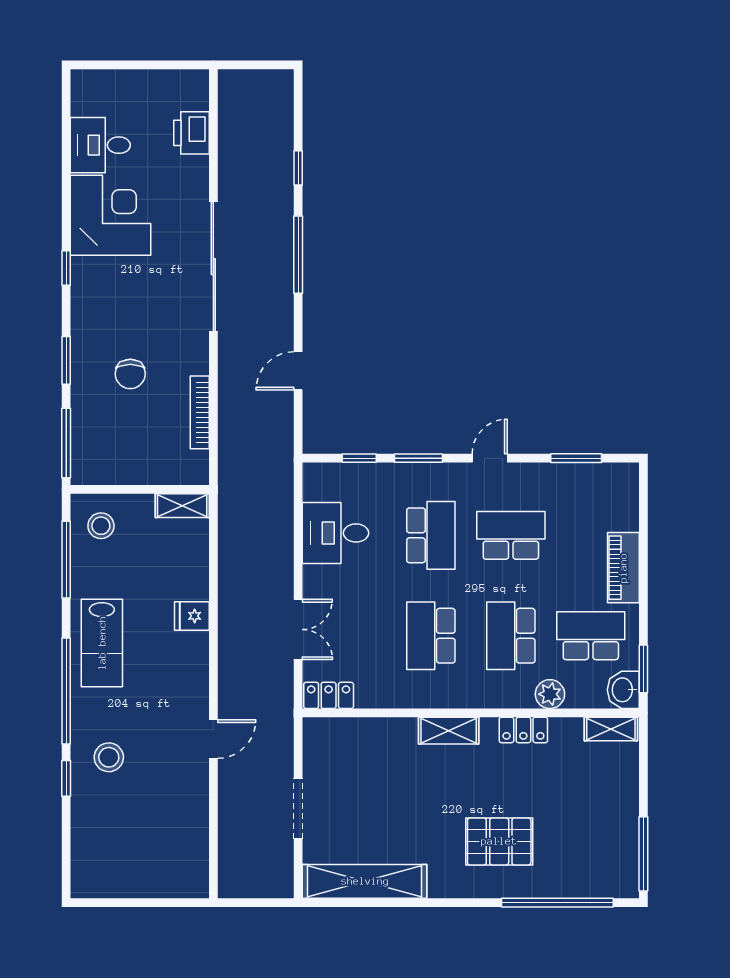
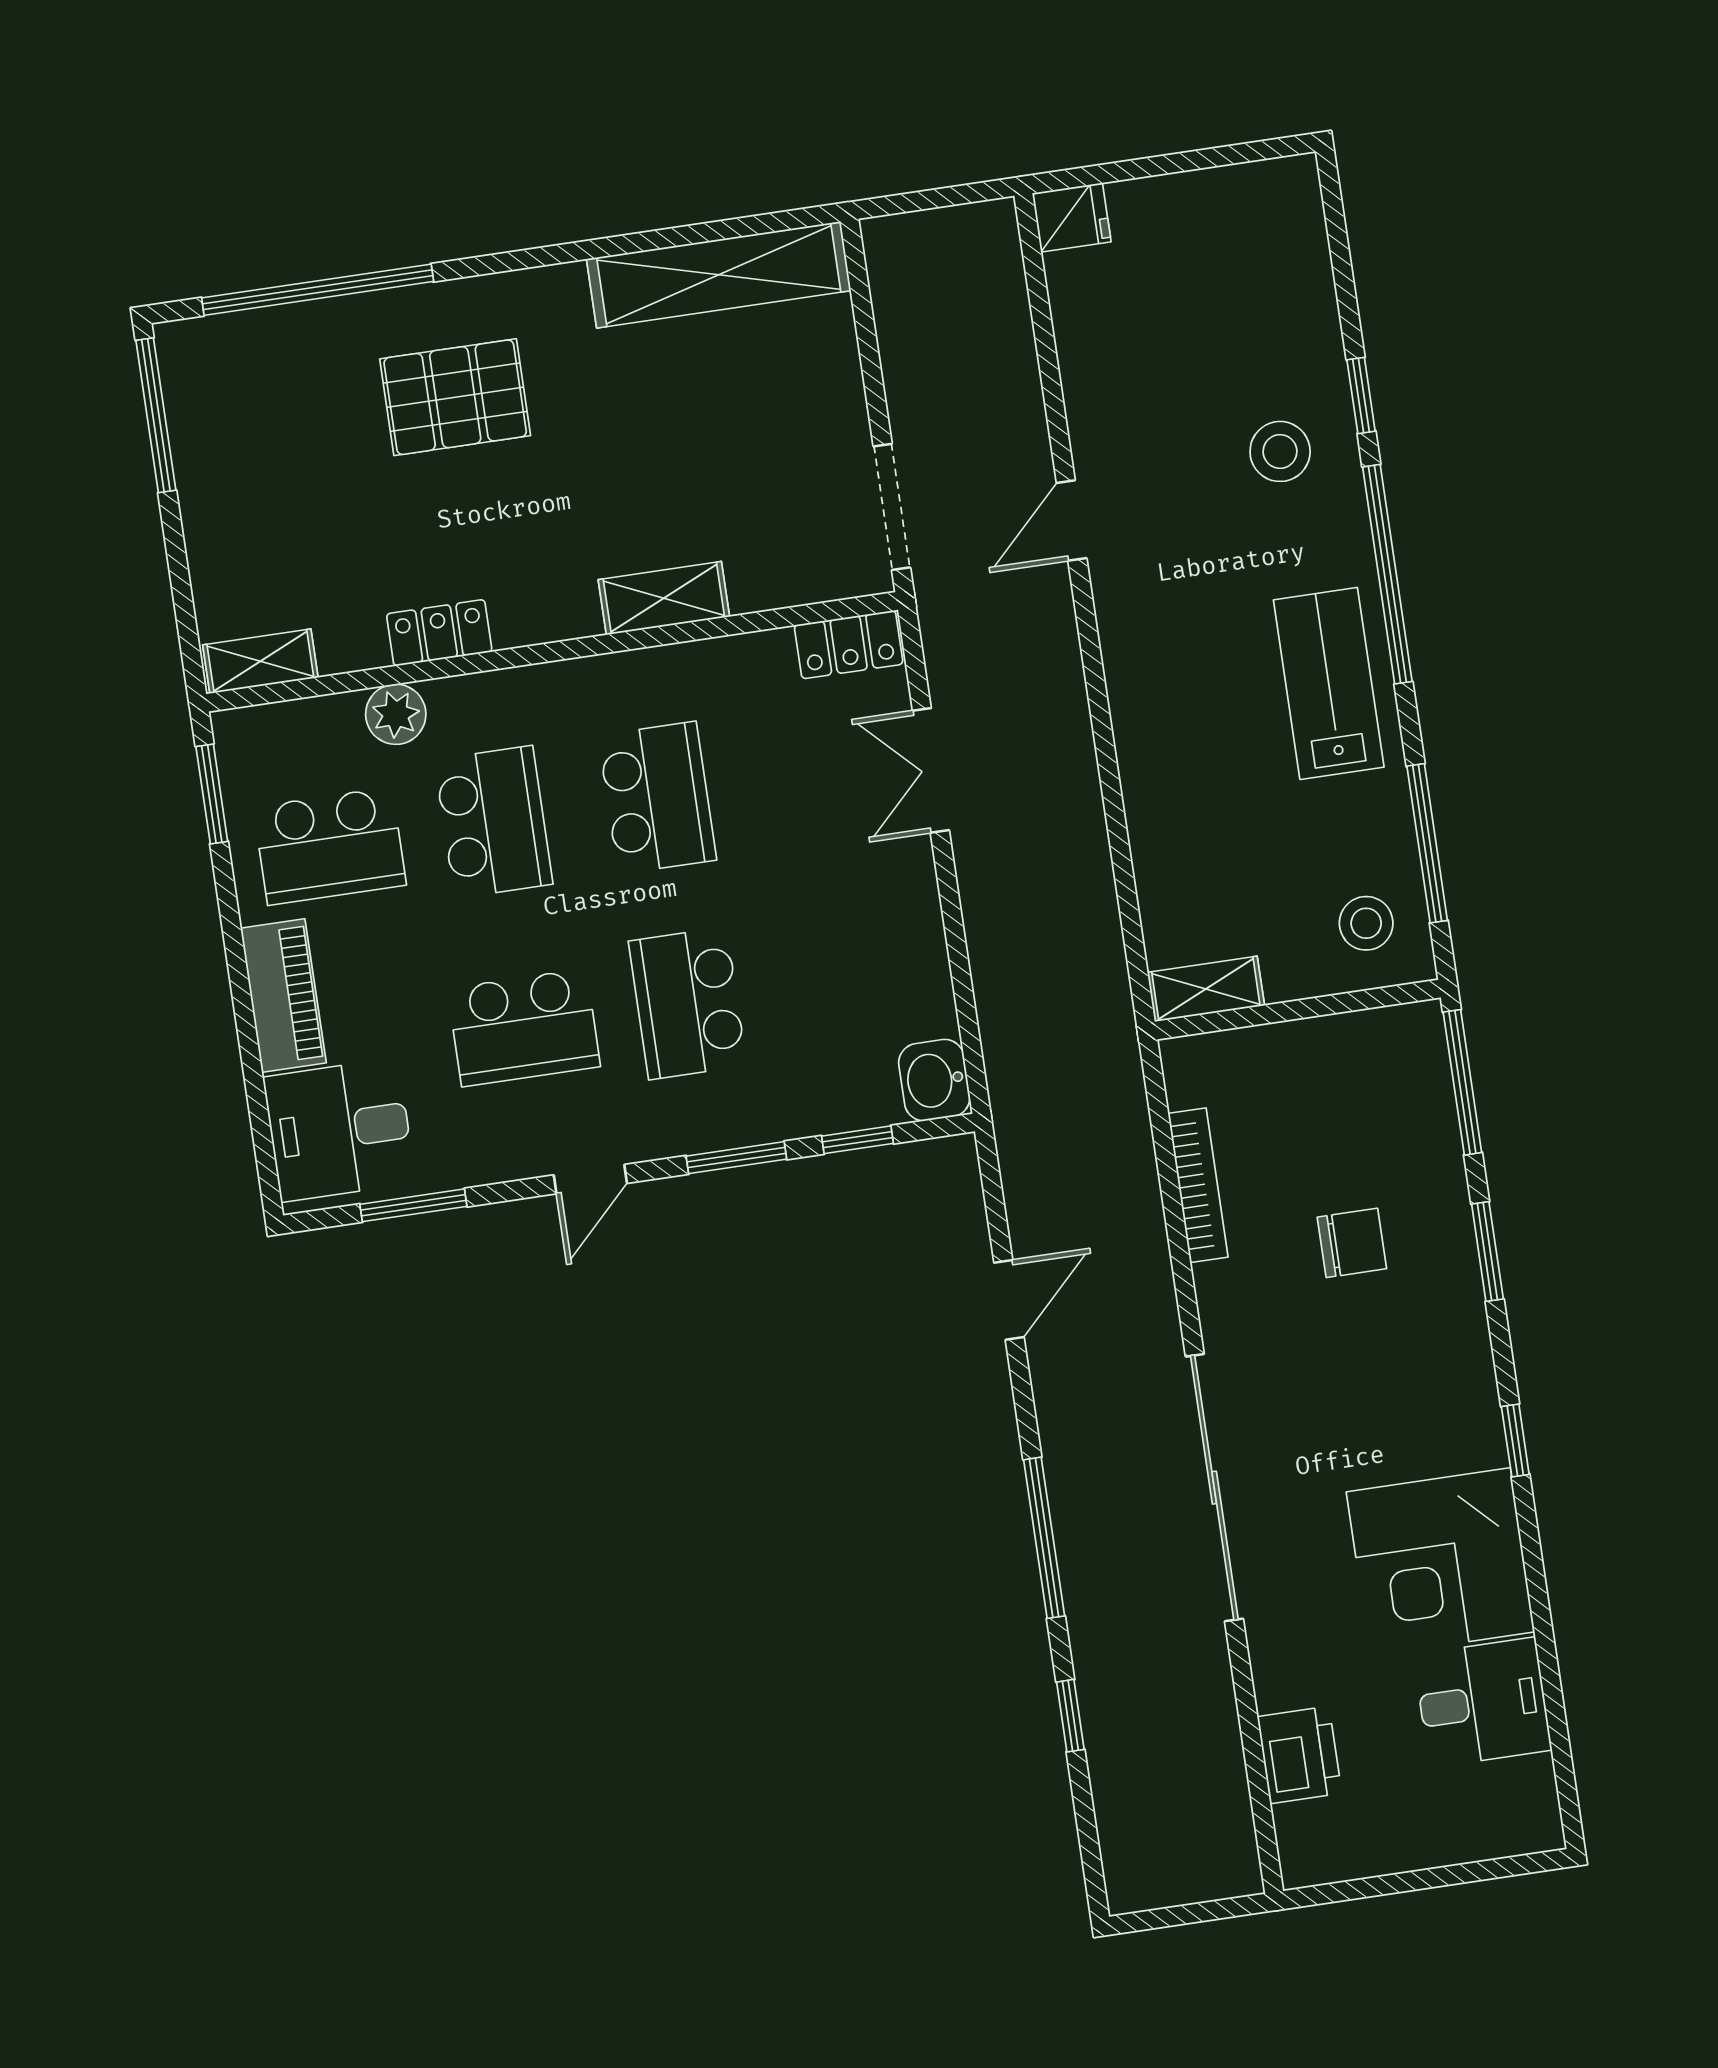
chair: (130, 374) -> (1352, 1243), turned 90
desk: (336, 533) -> (339, 1130), moved, turned 180
fridge: (192, 616) -> (1072, 217), moved
washbasin: (623, 690) -> (934, 1080), moved, turned 180
shelving: (449, 731) -> (664, 598), moved
doorway: (298, 808) -> (892, 507), moved

